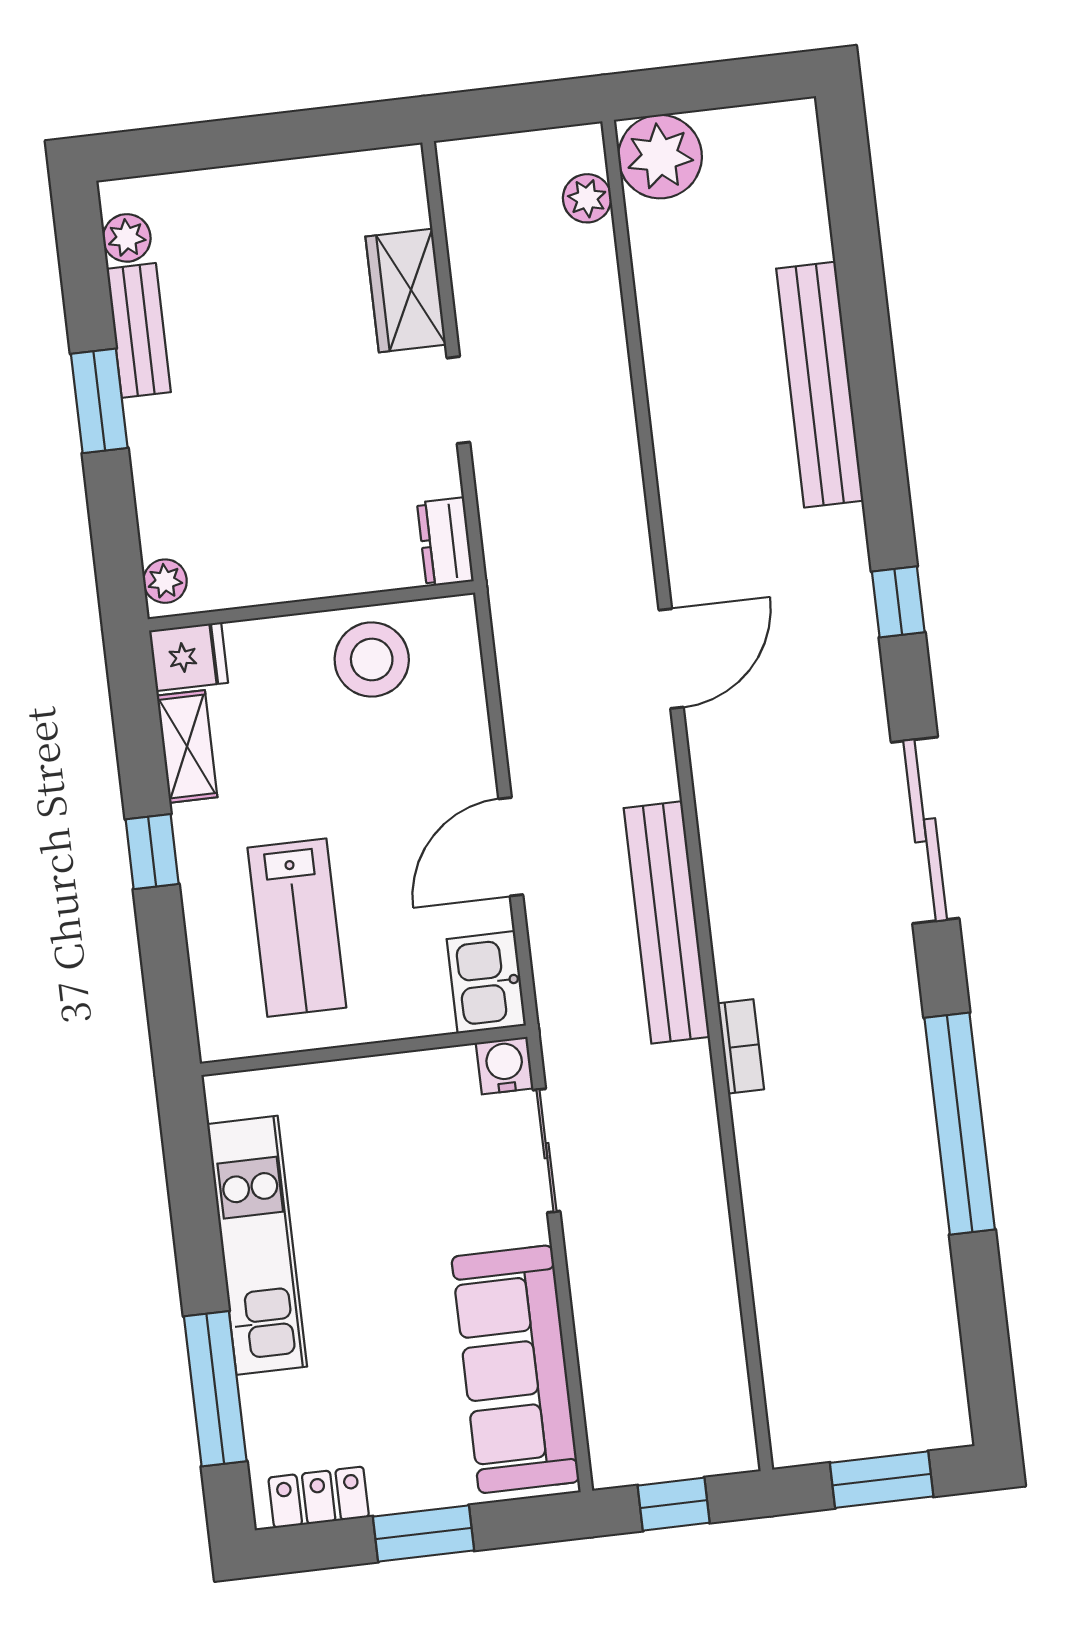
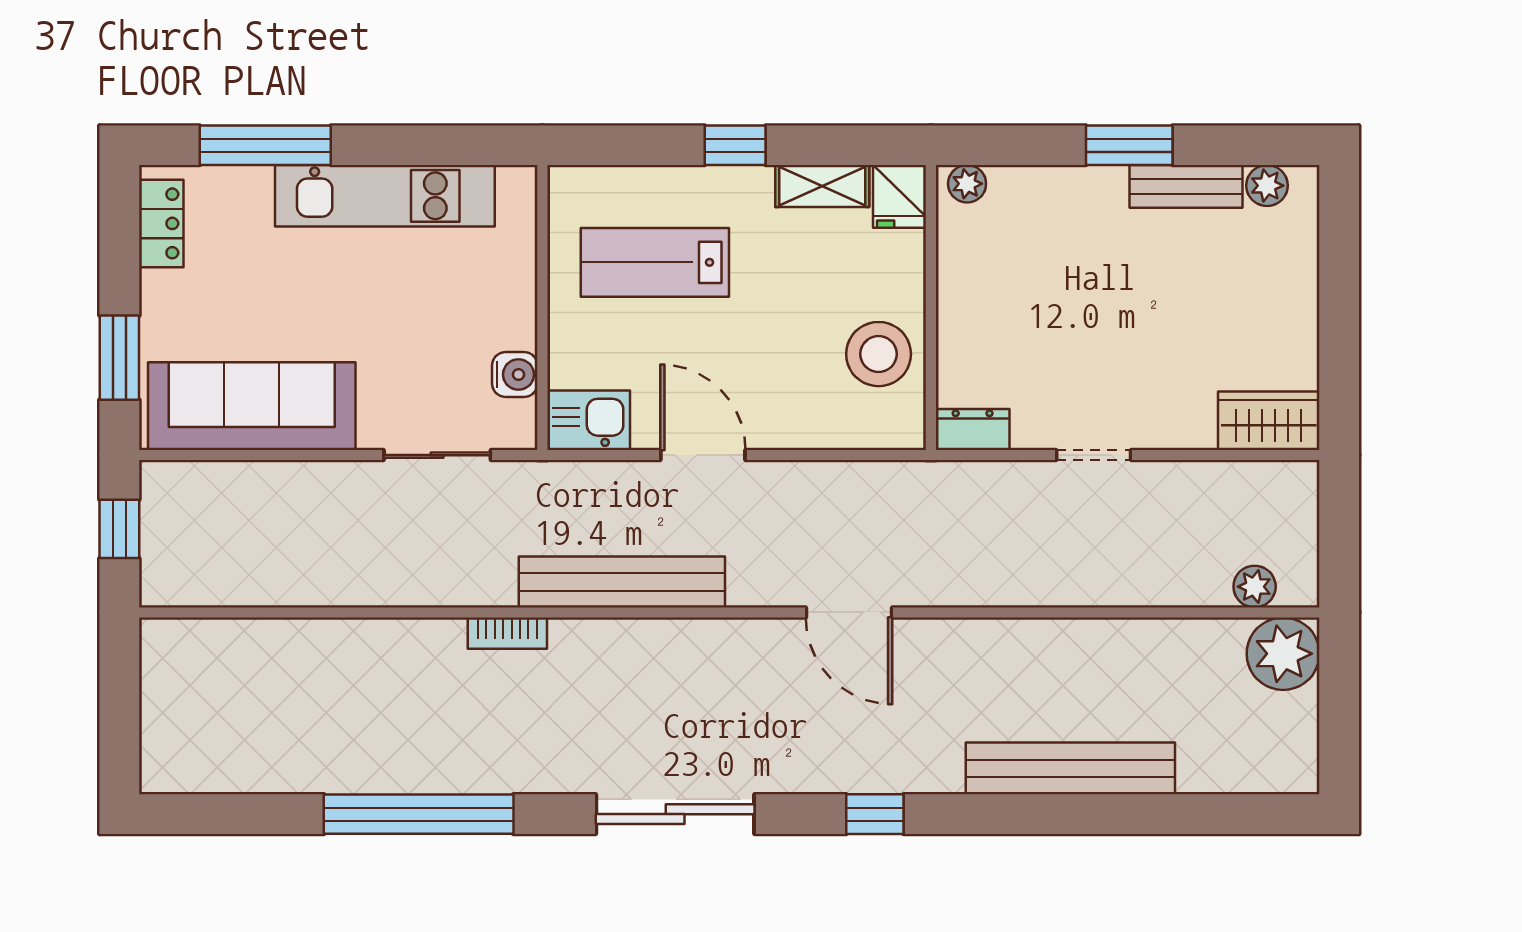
wardrobe: (406, 291) -> (1269, 421), moved
water cooler: (505, 1066) -> (515, 374), moved
window: (882, 1480) -> (119, 711), removed
window: (424, 1534) -> (119, 358), moved

